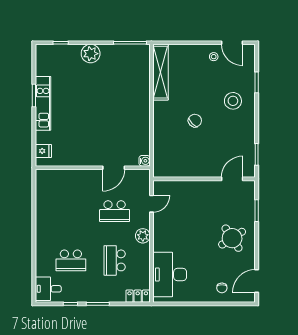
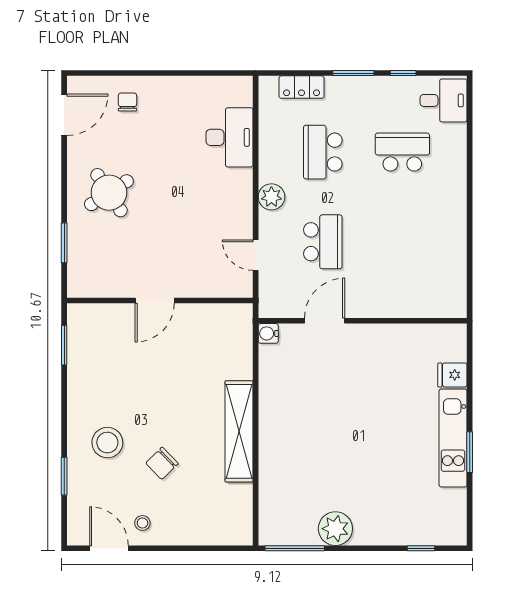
plant: (91, 54) -> (335, 529), moved
shelving: (161, 72) -> (239, 431), moved
chair: (195, 121) -> (162, 463), moved
fridge: (43, 151) -> (452, 375), moved
door: (232, 179) -> (155, 301), moved
door: (151, 204) -> (256, 255), hinge flipped
school desk: (115, 211) -> (323, 242), turned 90
school desk: (115, 260) -> (323, 152), turned 180
desk: (170, 275) -> (229, 137), width x0.73, depth x0.77
locker: (138, 296) -> (302, 87), moved

